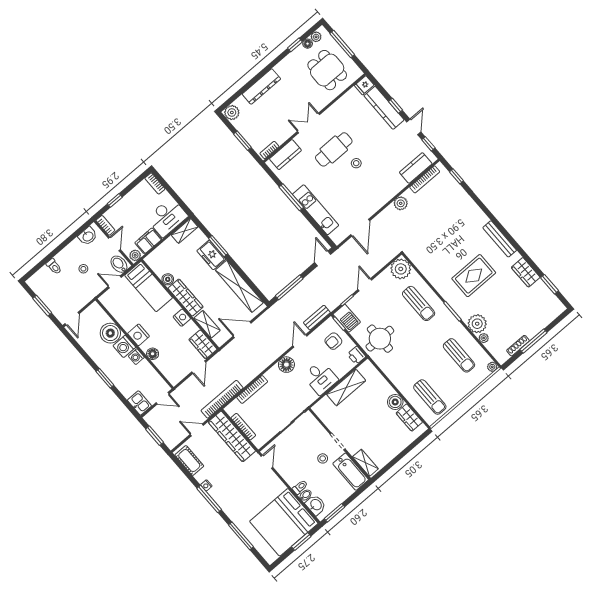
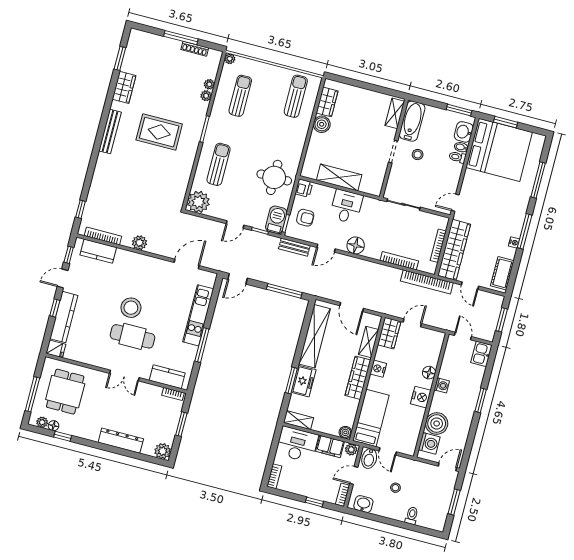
stool: (356, 163) -> (131, 308), width x1.89, depth x1.89
boiler: (168, 279) -> (345, 432), moved
plant: (477, 324) -> (206, 96), width x0.53, depth x0.53
washing machine: (124, 346) -> (429, 443), moved

